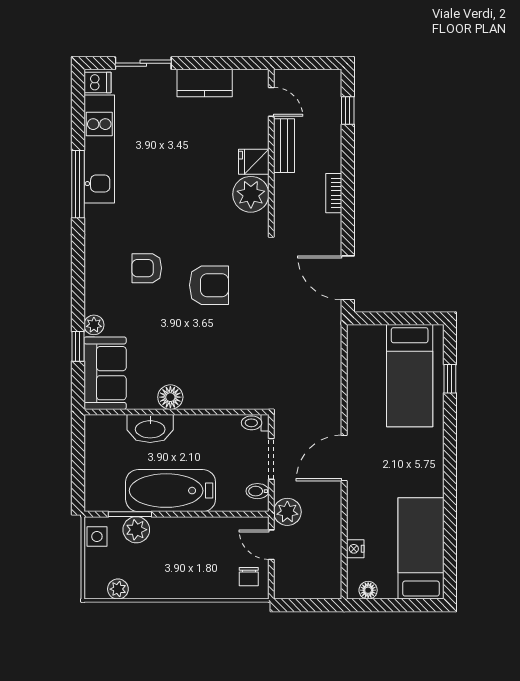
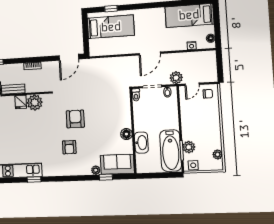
window: (78, 184) -> (34, 179), width x0.46
door: (344, 458) -> (150, 53), hinge flipped
bathtub: (171, 491) -> (171, 151), moved

